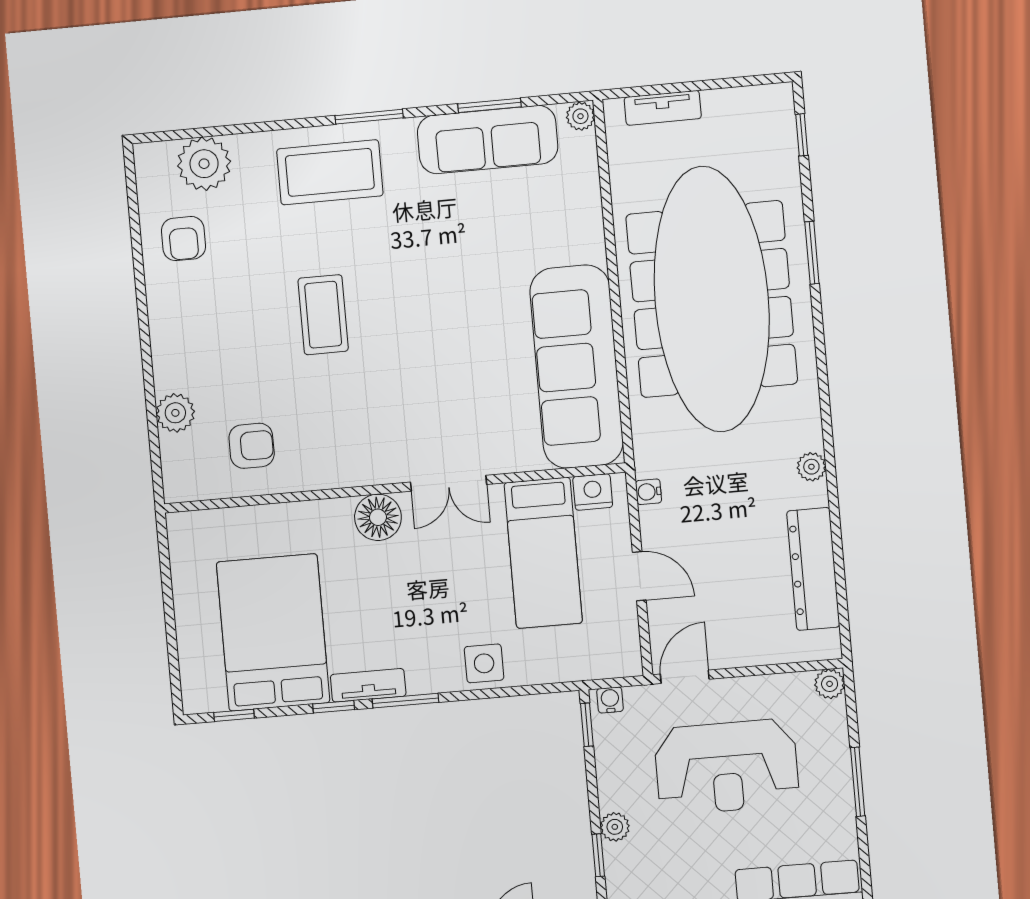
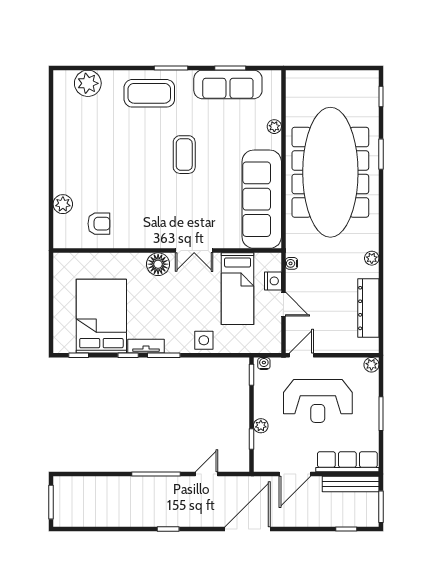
tv unit: (663, 108) -> (315, 77), removed
plant: (580, 116) -> (274, 127), moved
armchair: (183, 239) -> (74, 119), removed
coffee table: (323, 315) -> (184, 155), moved
nightstand: (593, 492) -> (273, 281), moved, turned 90

